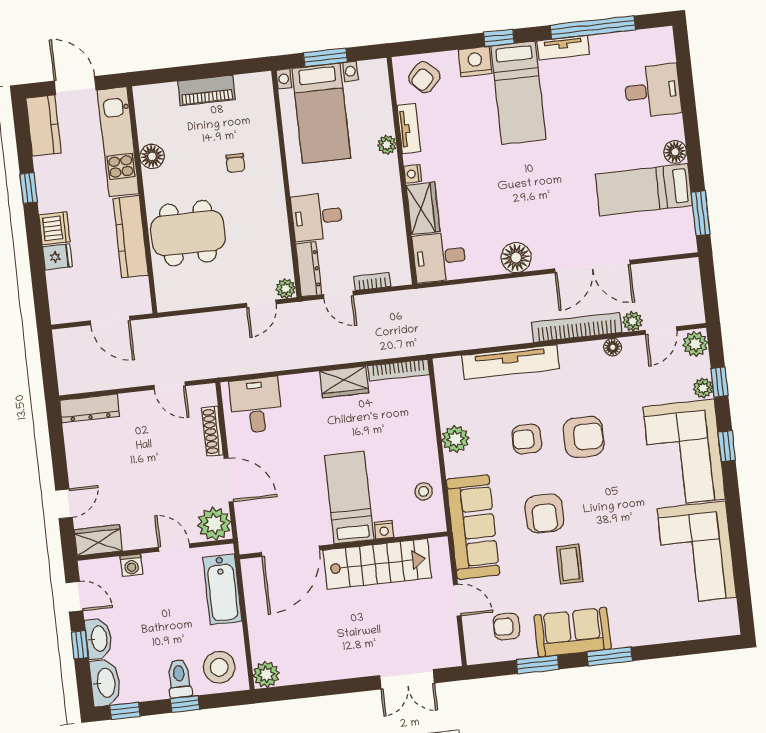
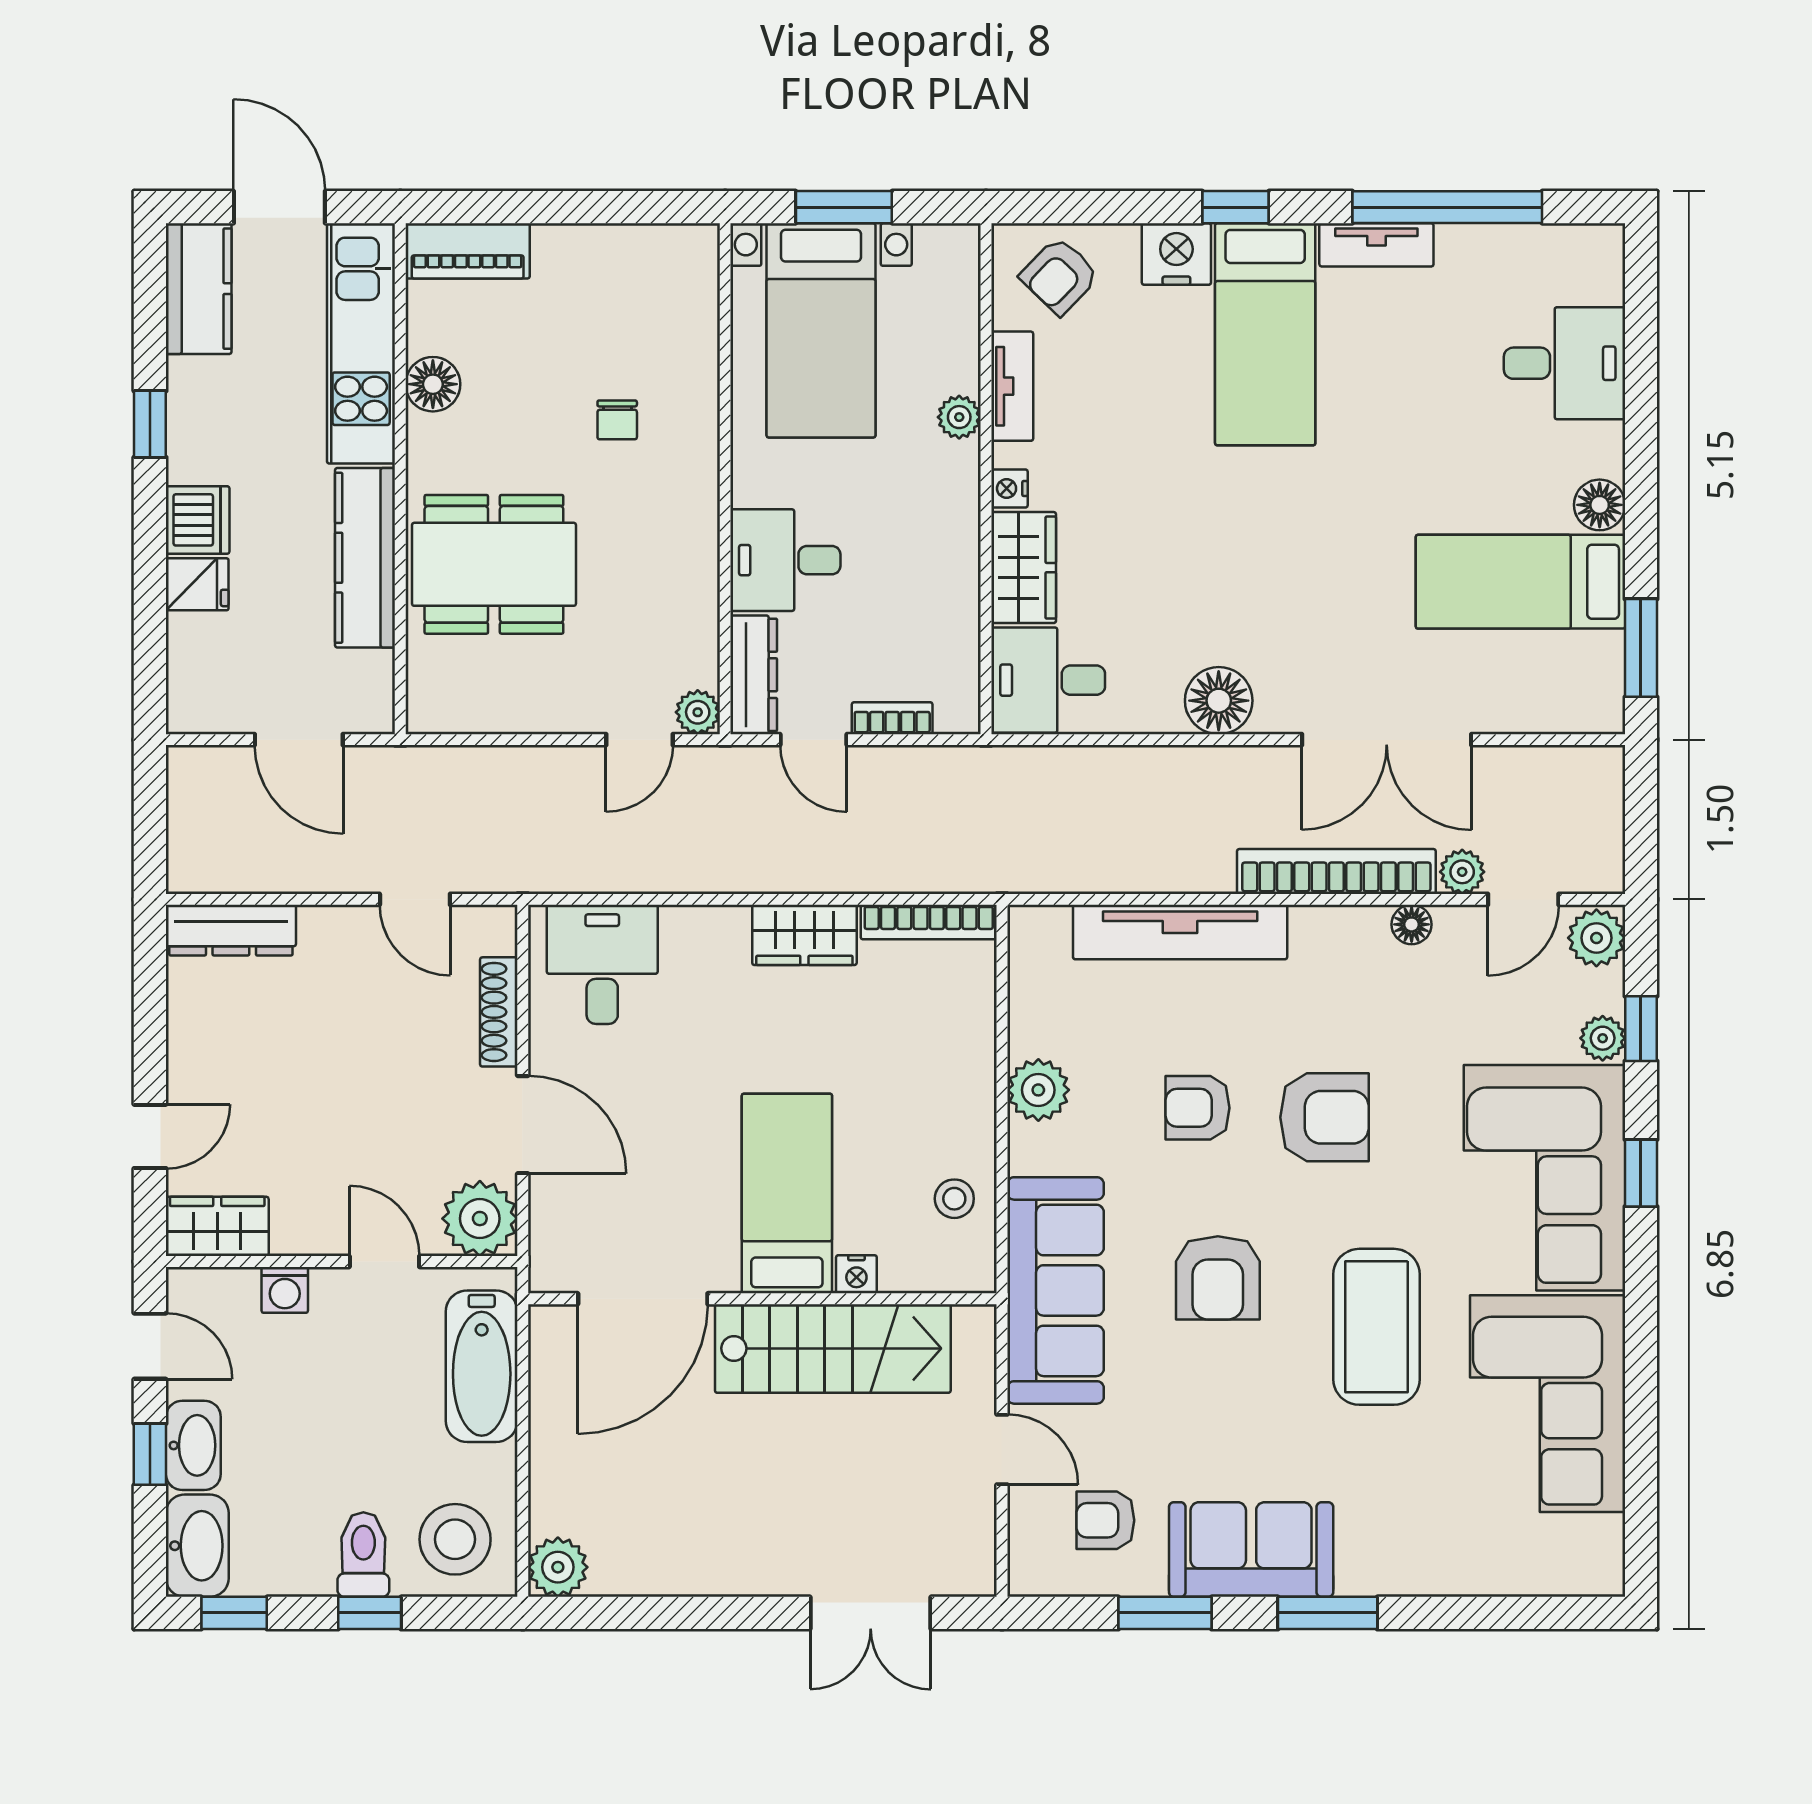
piano: (206, 90) -> (468, 251), moved
coffee table: (570, 564) -> (1377, 1327), moved, width x1.86, depth x1.72

